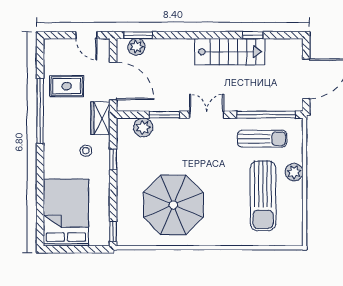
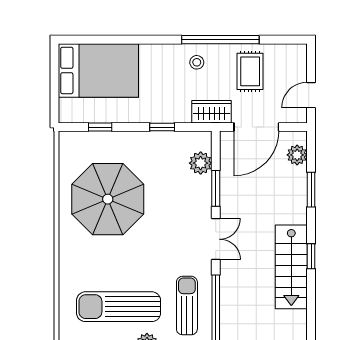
window: (138, 35) -> (311, 190), moved
window: (253, 35) -> (311, 256), moved
sun lounger: (262, 139) -> (187, 306), turned 180
stool: (86, 151) -> (197, 62), moved
window: (113, 232) -> (100, 127), moved

